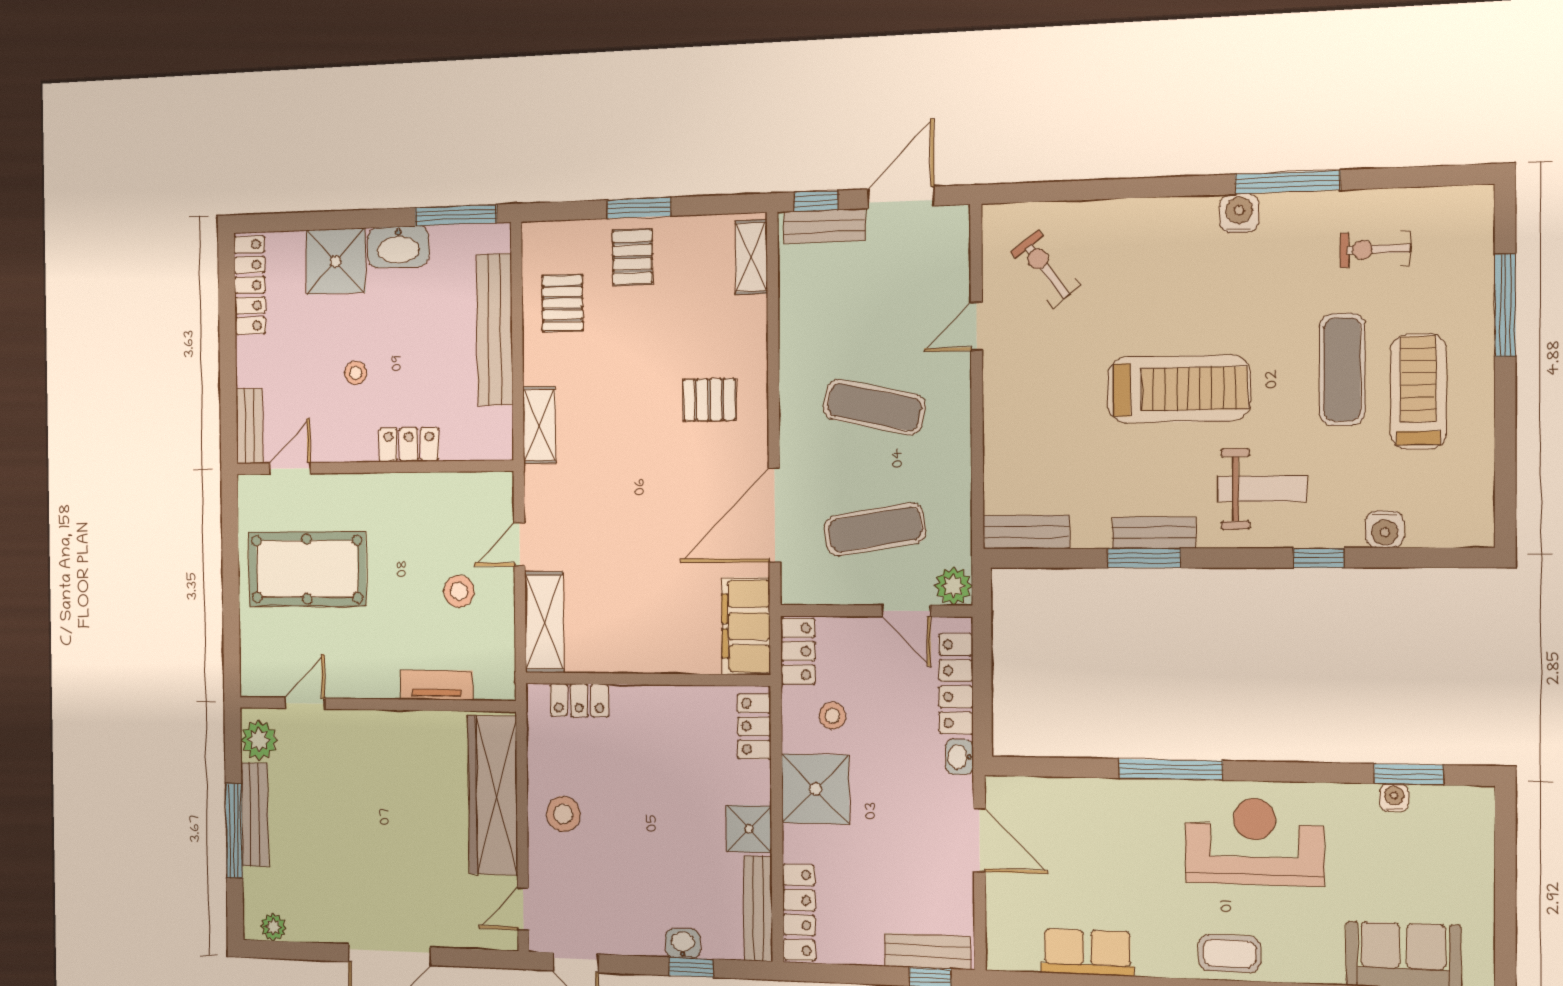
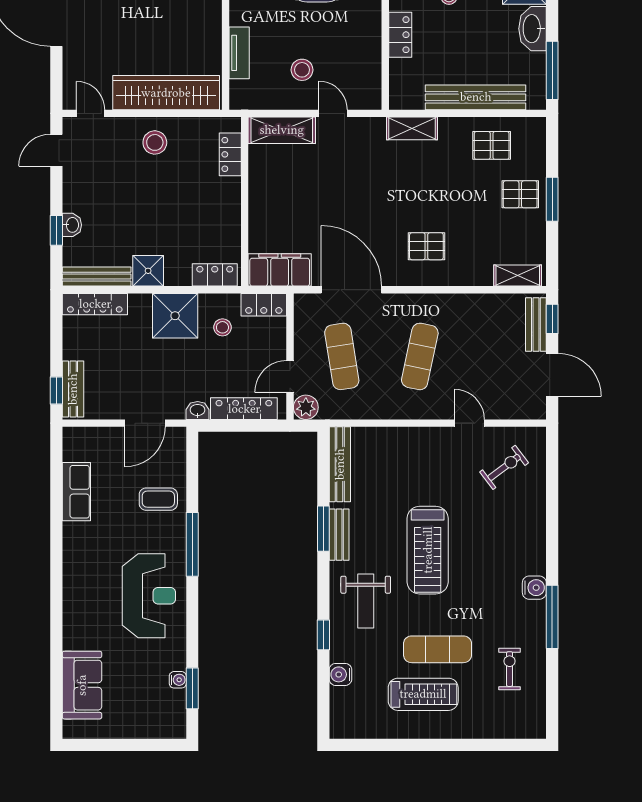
window: (1505, 305) -> (474, 745), removed
pallet: (709, 400) -> (426, 246), turned 90
bench: (1026, 532) -> (340, 464), width x1.36
coffee table: (1230, 954) -> (158, 499), moved, turned 90

